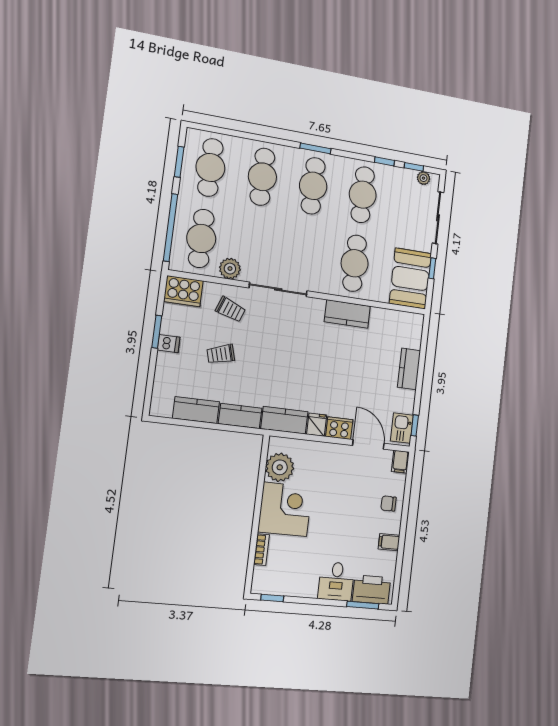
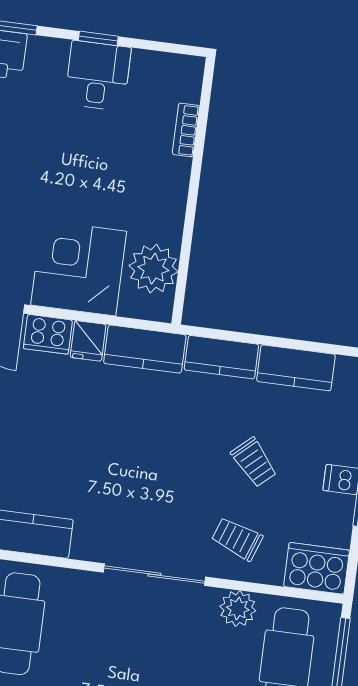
trolley: (221, 354) -> (254, 462), turned 64
corner desk: (285, 509) -> (79, 268), moved, turned 90
desk: (336, 581) -> (98, 76), moved
window: (272, 598) -> (98, 38), moved

